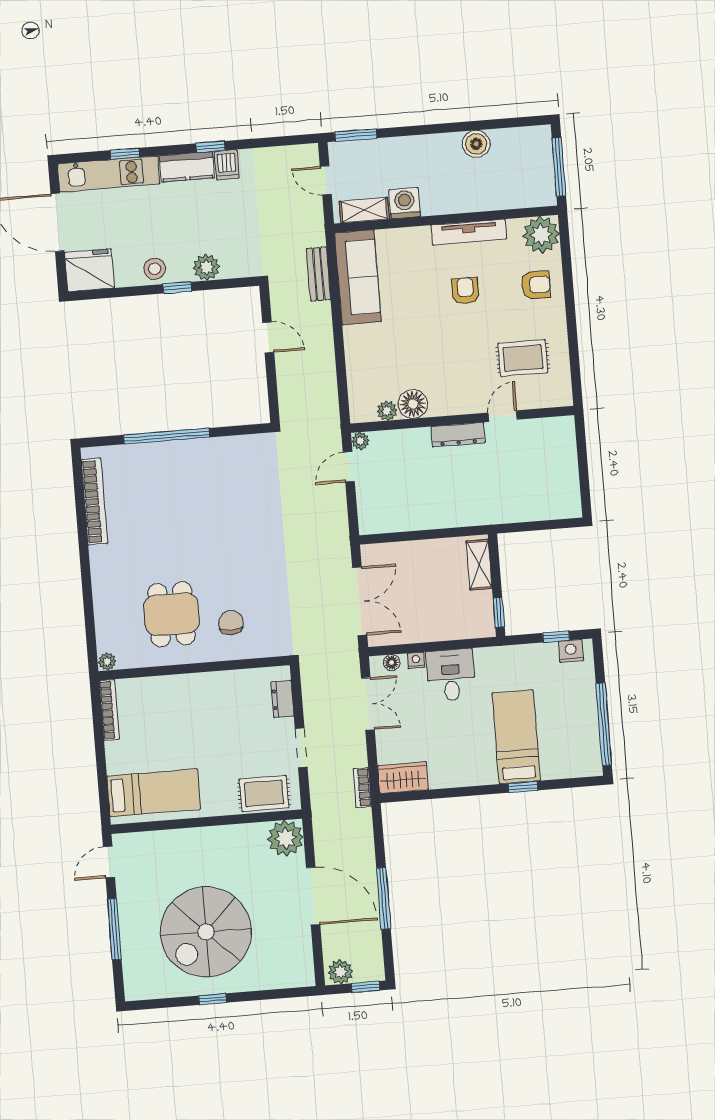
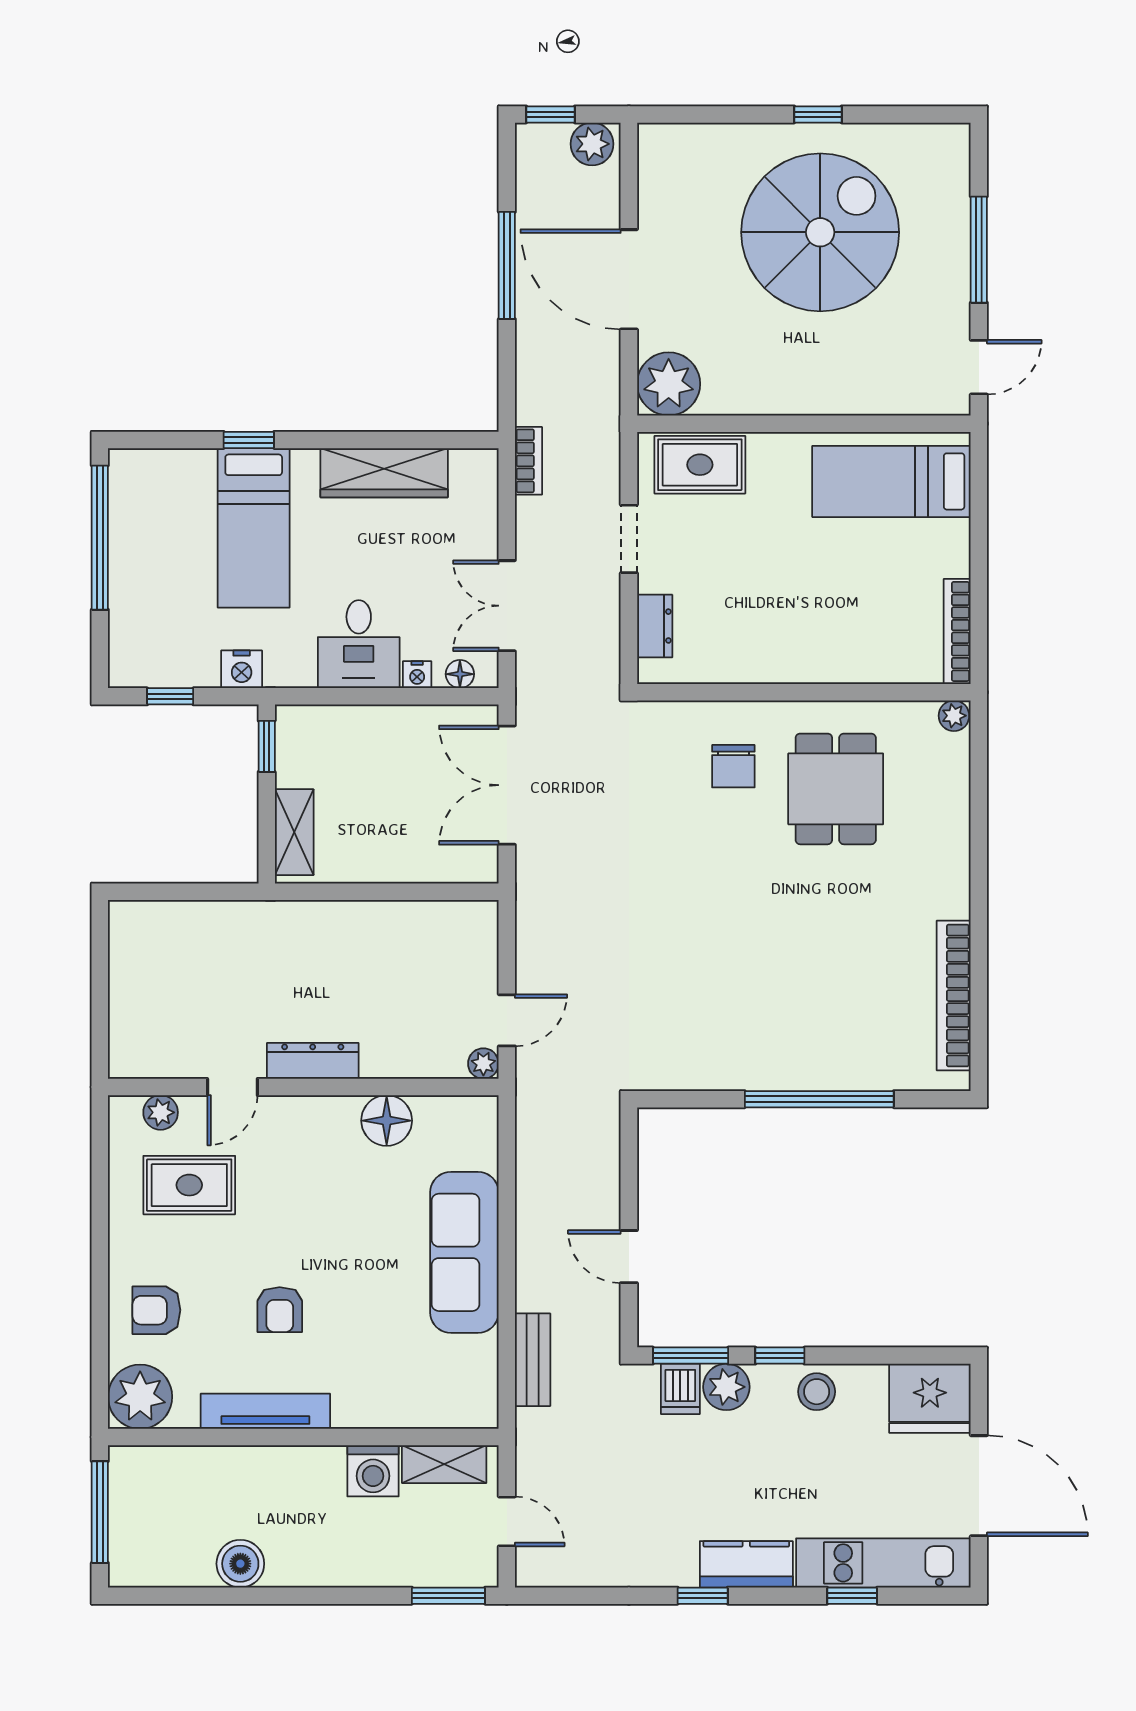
dishwasher: (227, 165) -> (680, 1389), moved, turned 180
sofa: (358, 277) -> (464, 1252), moved
window: (228, 284) -> (691, 1356), added
plant: (387, 411) -> (161, 1112), moved
nightstand: (571, 651) -> (242, 669), moved
wardrobe: (403, 778) -> (384, 473), moved, width x1.50

